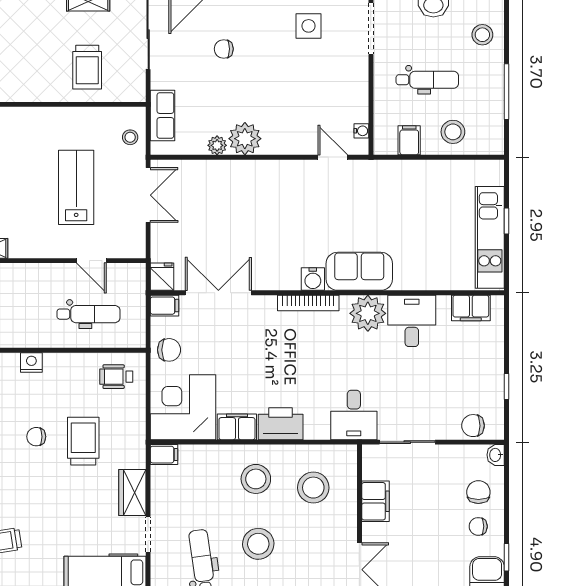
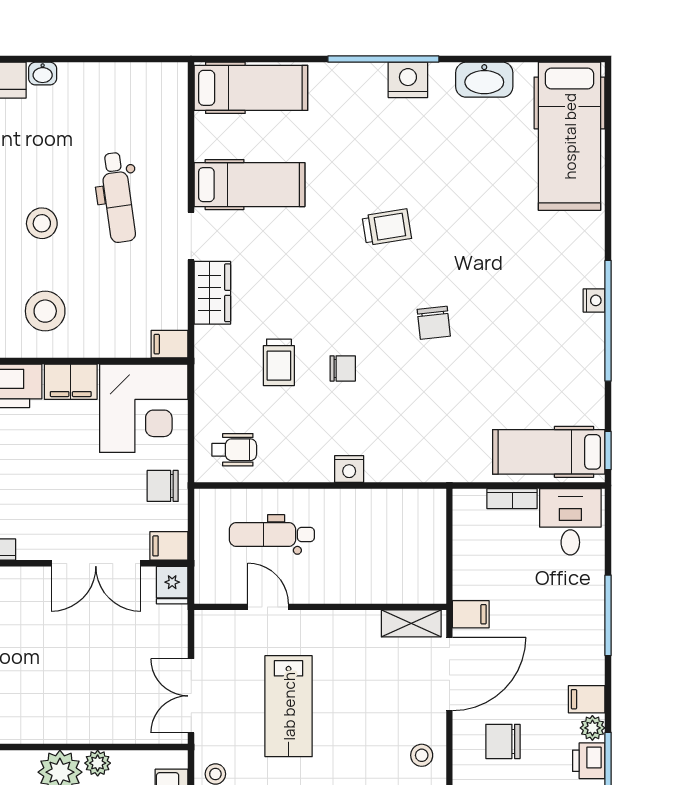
trolley: (83, 441) -> (279, 362), width x0.73, depth x0.72
stool: (258, 544) -> (42, 223), width x0.73, depth x0.73

